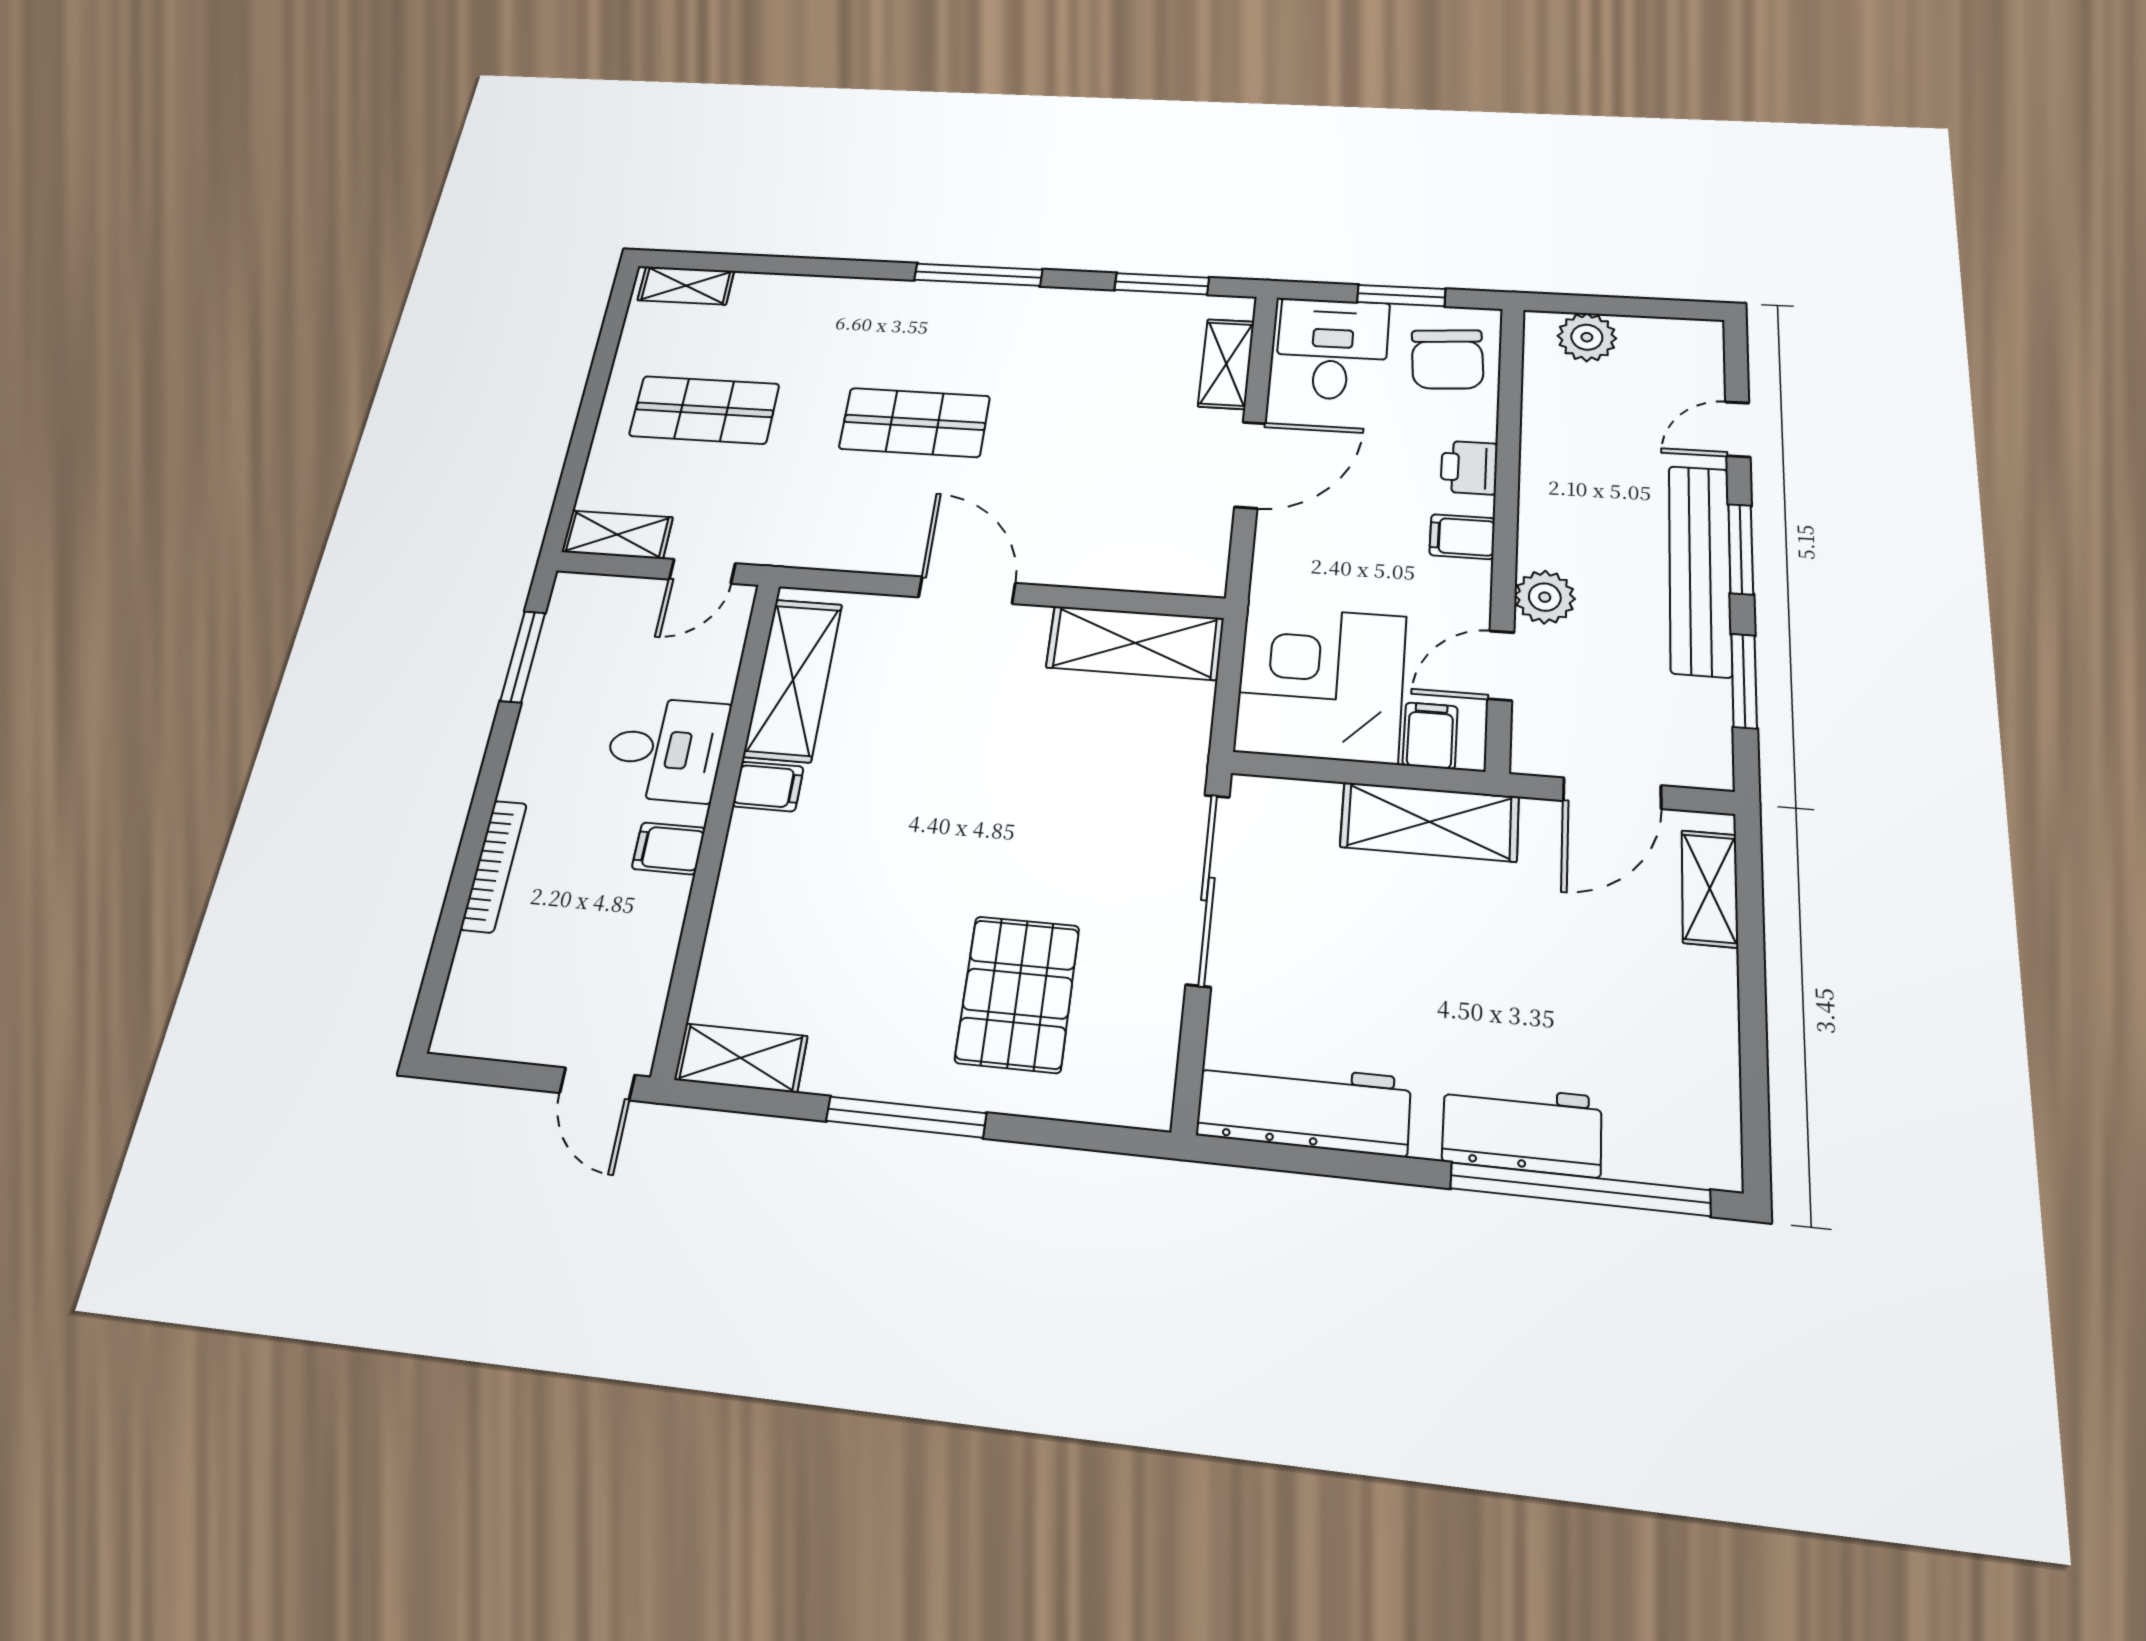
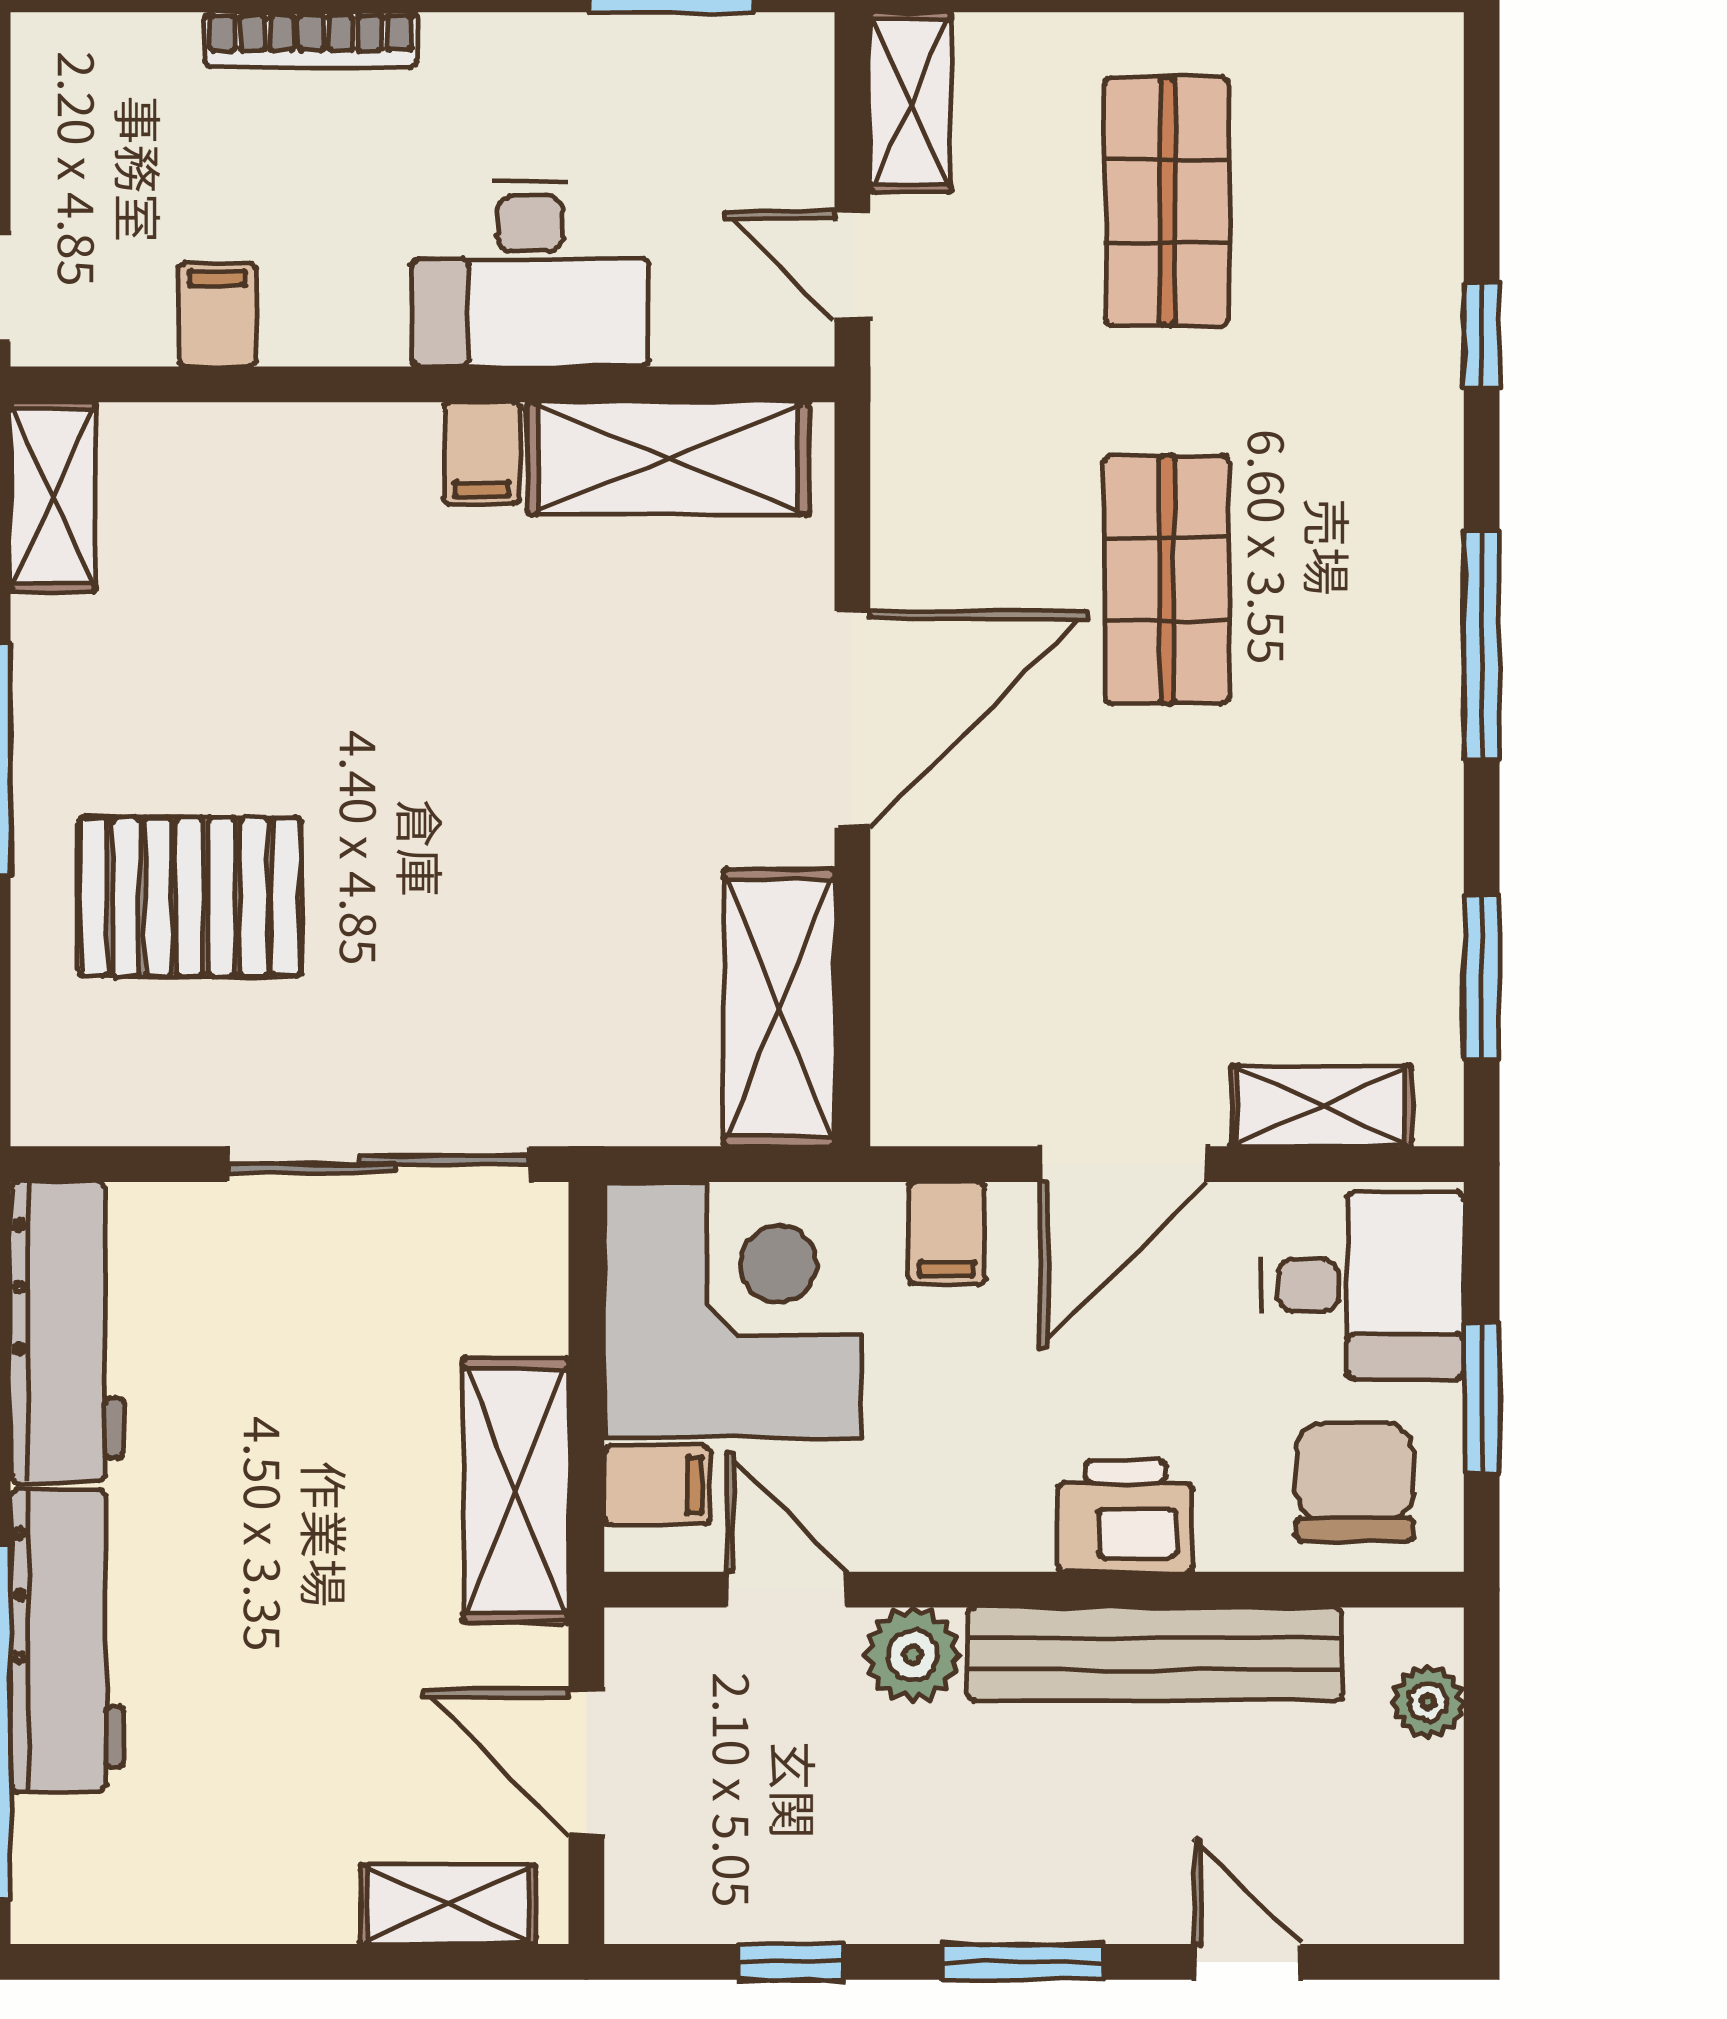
window: (811, 267) -> (1482, 335), added
shelving: (686, 286) -> (1426, 111), removed
plant: (1587, 337) -> (1428, 1702), width x0.73, depth x0.73
chair: (1447, 359) -> (1355, 1482), turned 94
door: (1250, 465) -> (1123, 1164), hinge flipped
printer: (1469, 468) -> (1125, 1516), width x1.36, depth x1.24
filing cabinet: (1462, 537) -> (947, 1233), moved, turned 180
bench: (1700, 569) -> (1155, 1654), moved
door: (967, 590) -> (852, 719), width x1.36
window: (1744, 681) -> (790, 1962), width x0.67
desk: (666, 749) -> (530, 273), width x1.37
filing cabinet: (669, 848) -> (217, 315), moved
workbench: (1522, 1129) -> (67, 1640), width x1.38

